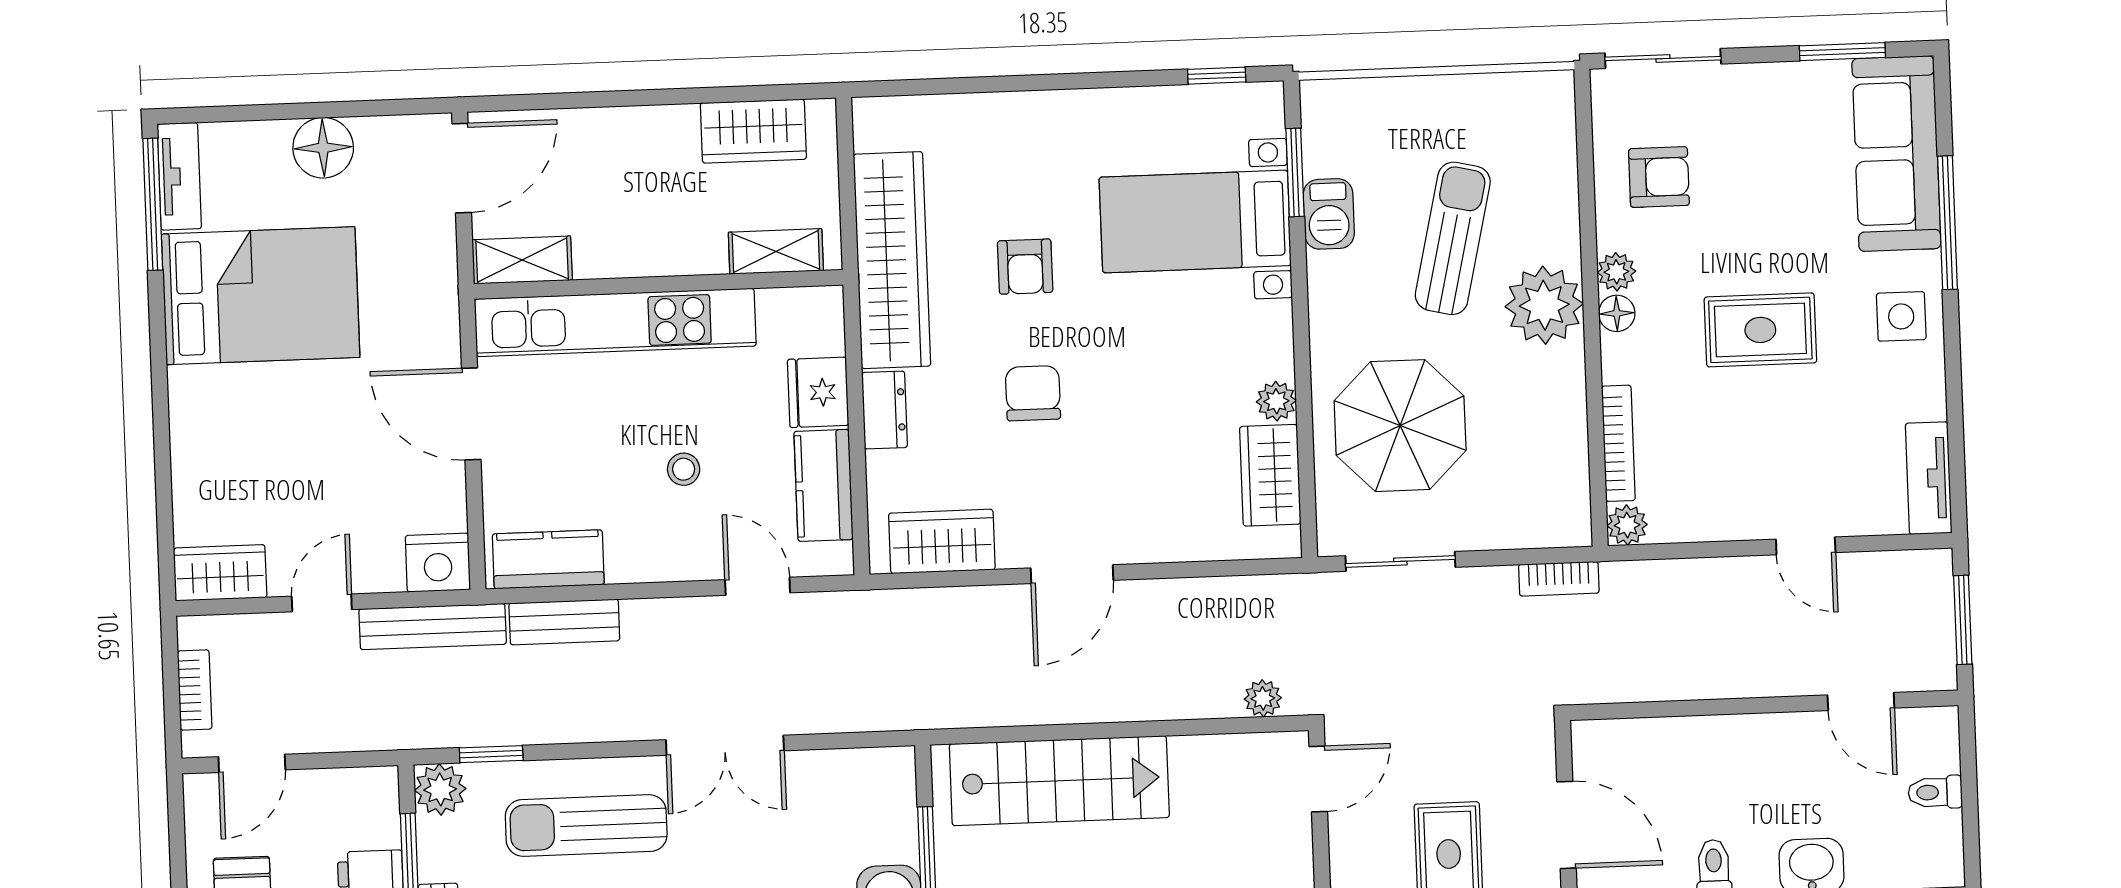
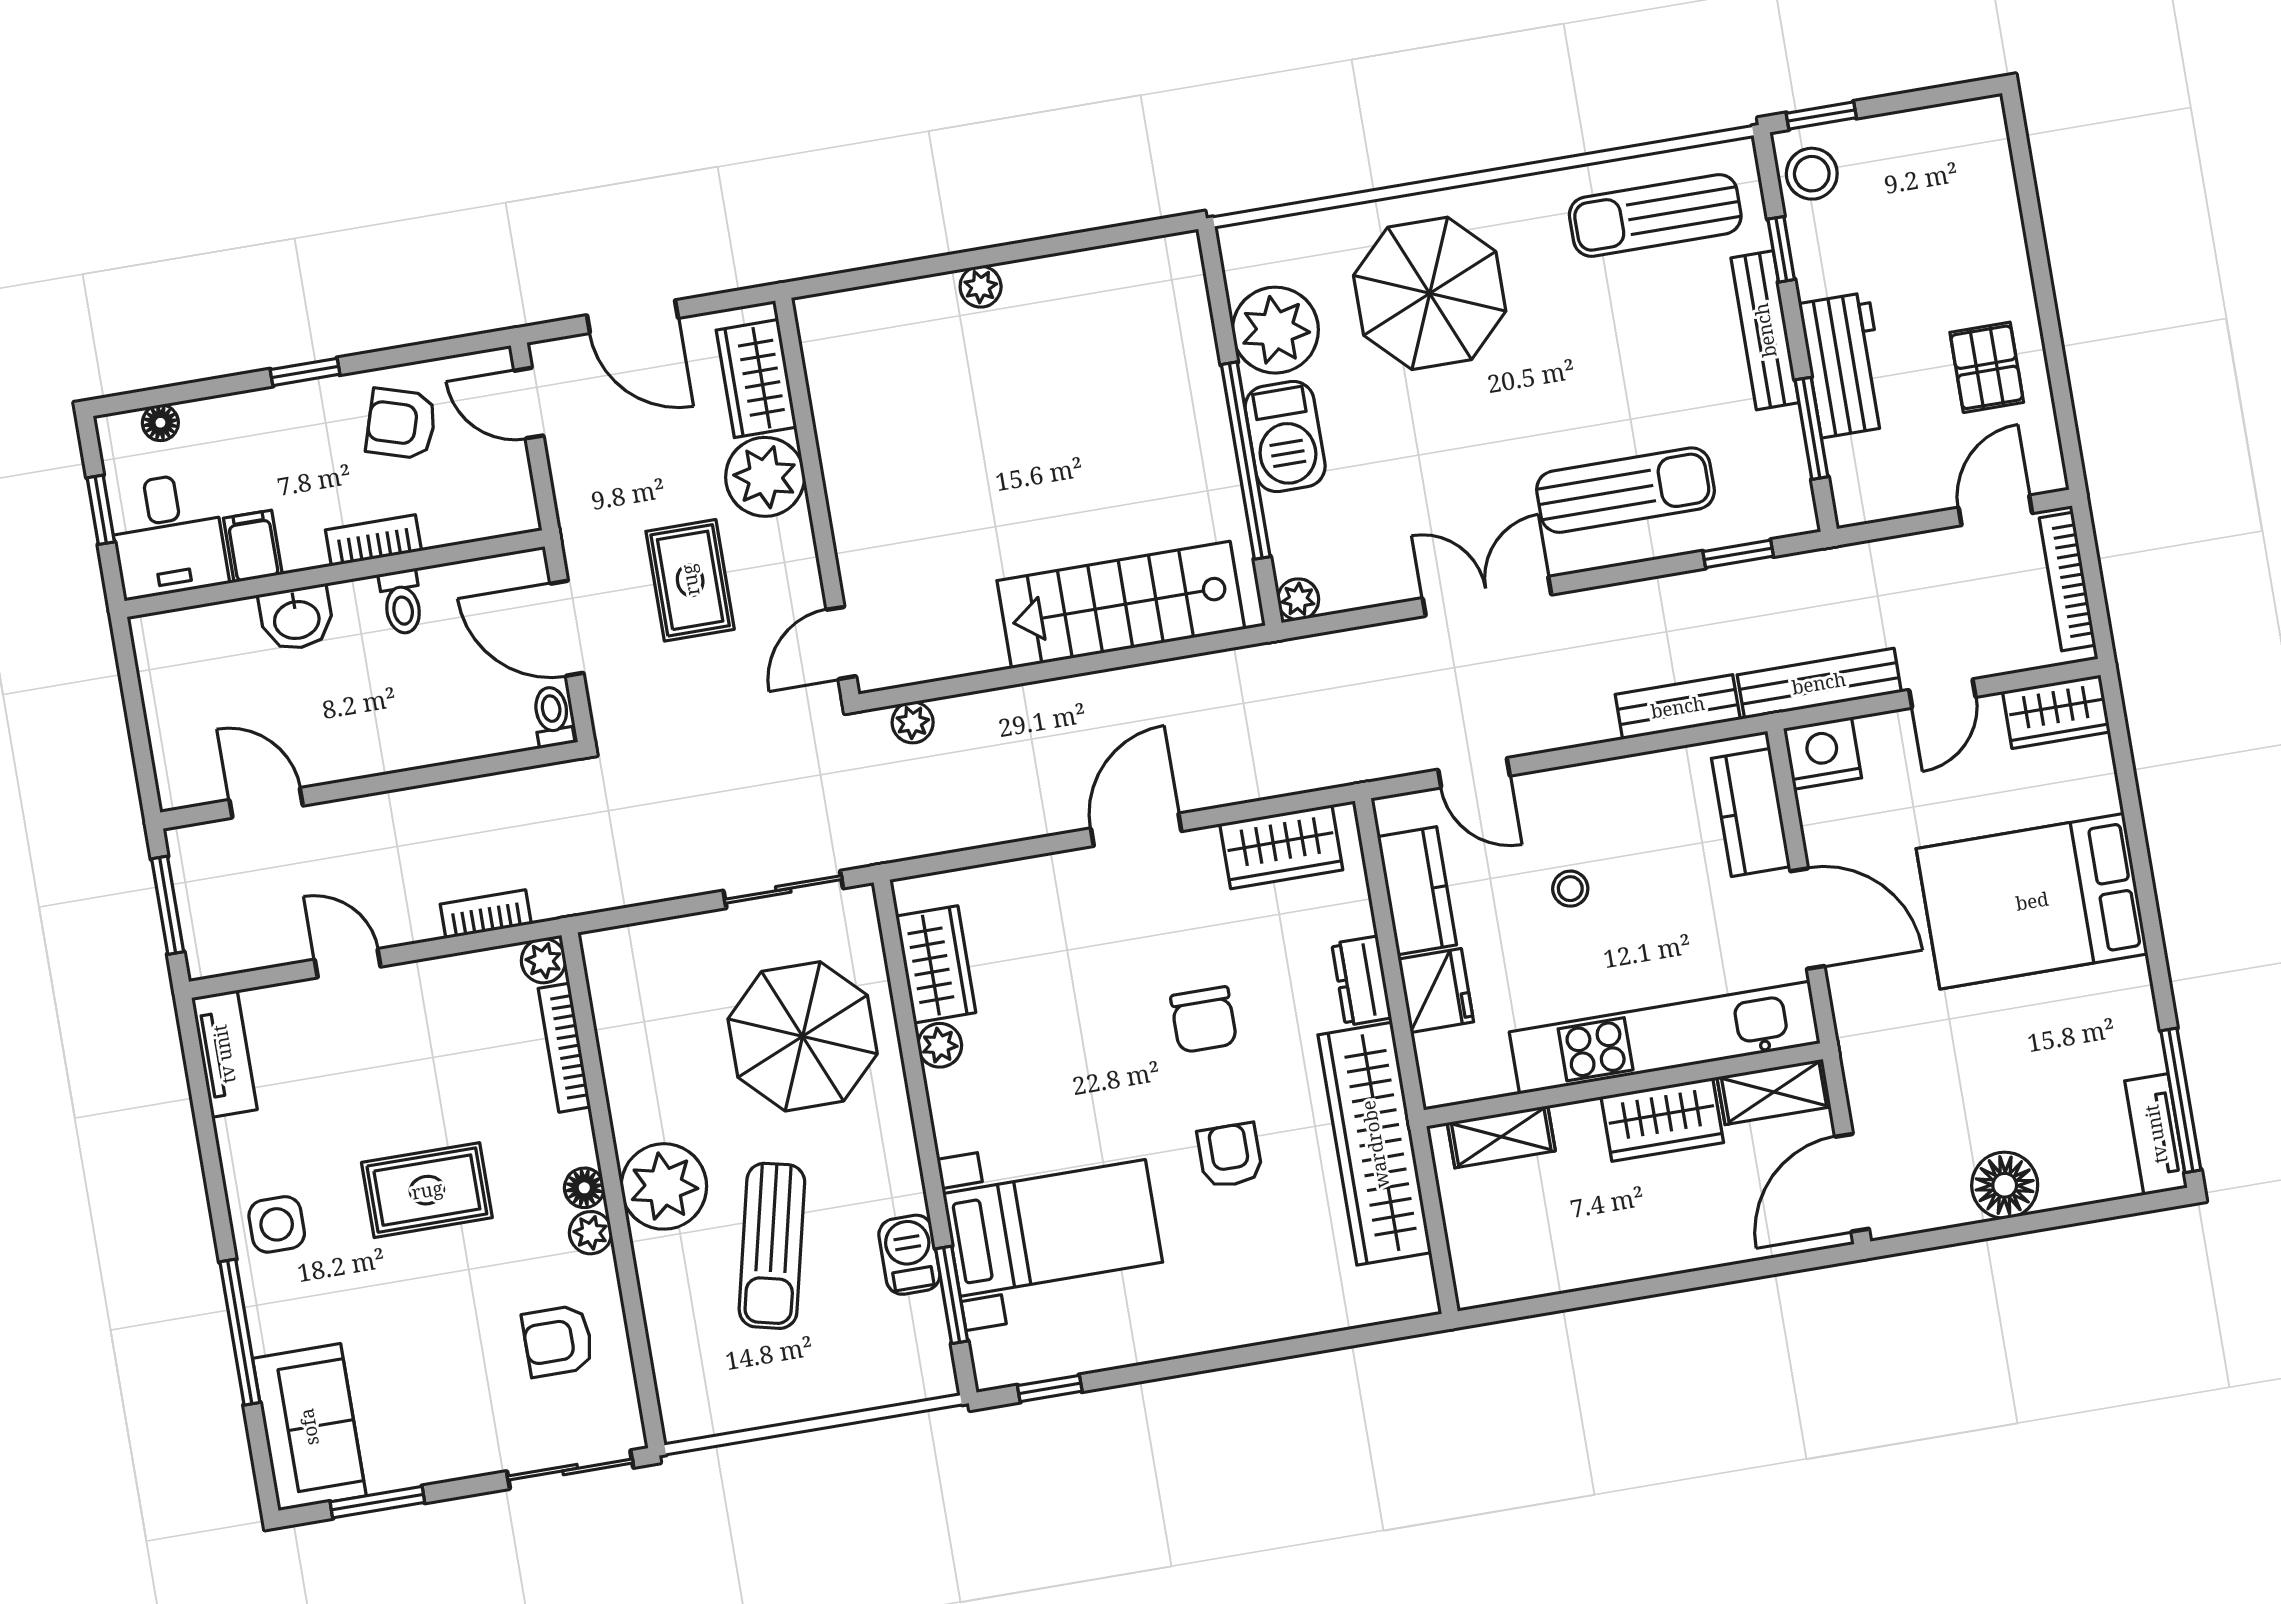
wardrobe: (753, 131) -> (1662, 1120), moved, turned 180
sofa: (1896, 154) -> (309, 1427), width x0.73
bed: (261, 296) -> (2032, 901), moved
kitchen counter: (548, 559) -> (1751, 812), moved, turned 90
bookcase: (1559, 579) -> (486, 914), moved
bookcase: (195, 690) -> (2067, 582), width x1.56
plant: (440, 789) -> (1298, 599), moved, width x0.73, depth x0.73
toilet: (1935, 792) -> (552, 717), moved, turned -90

